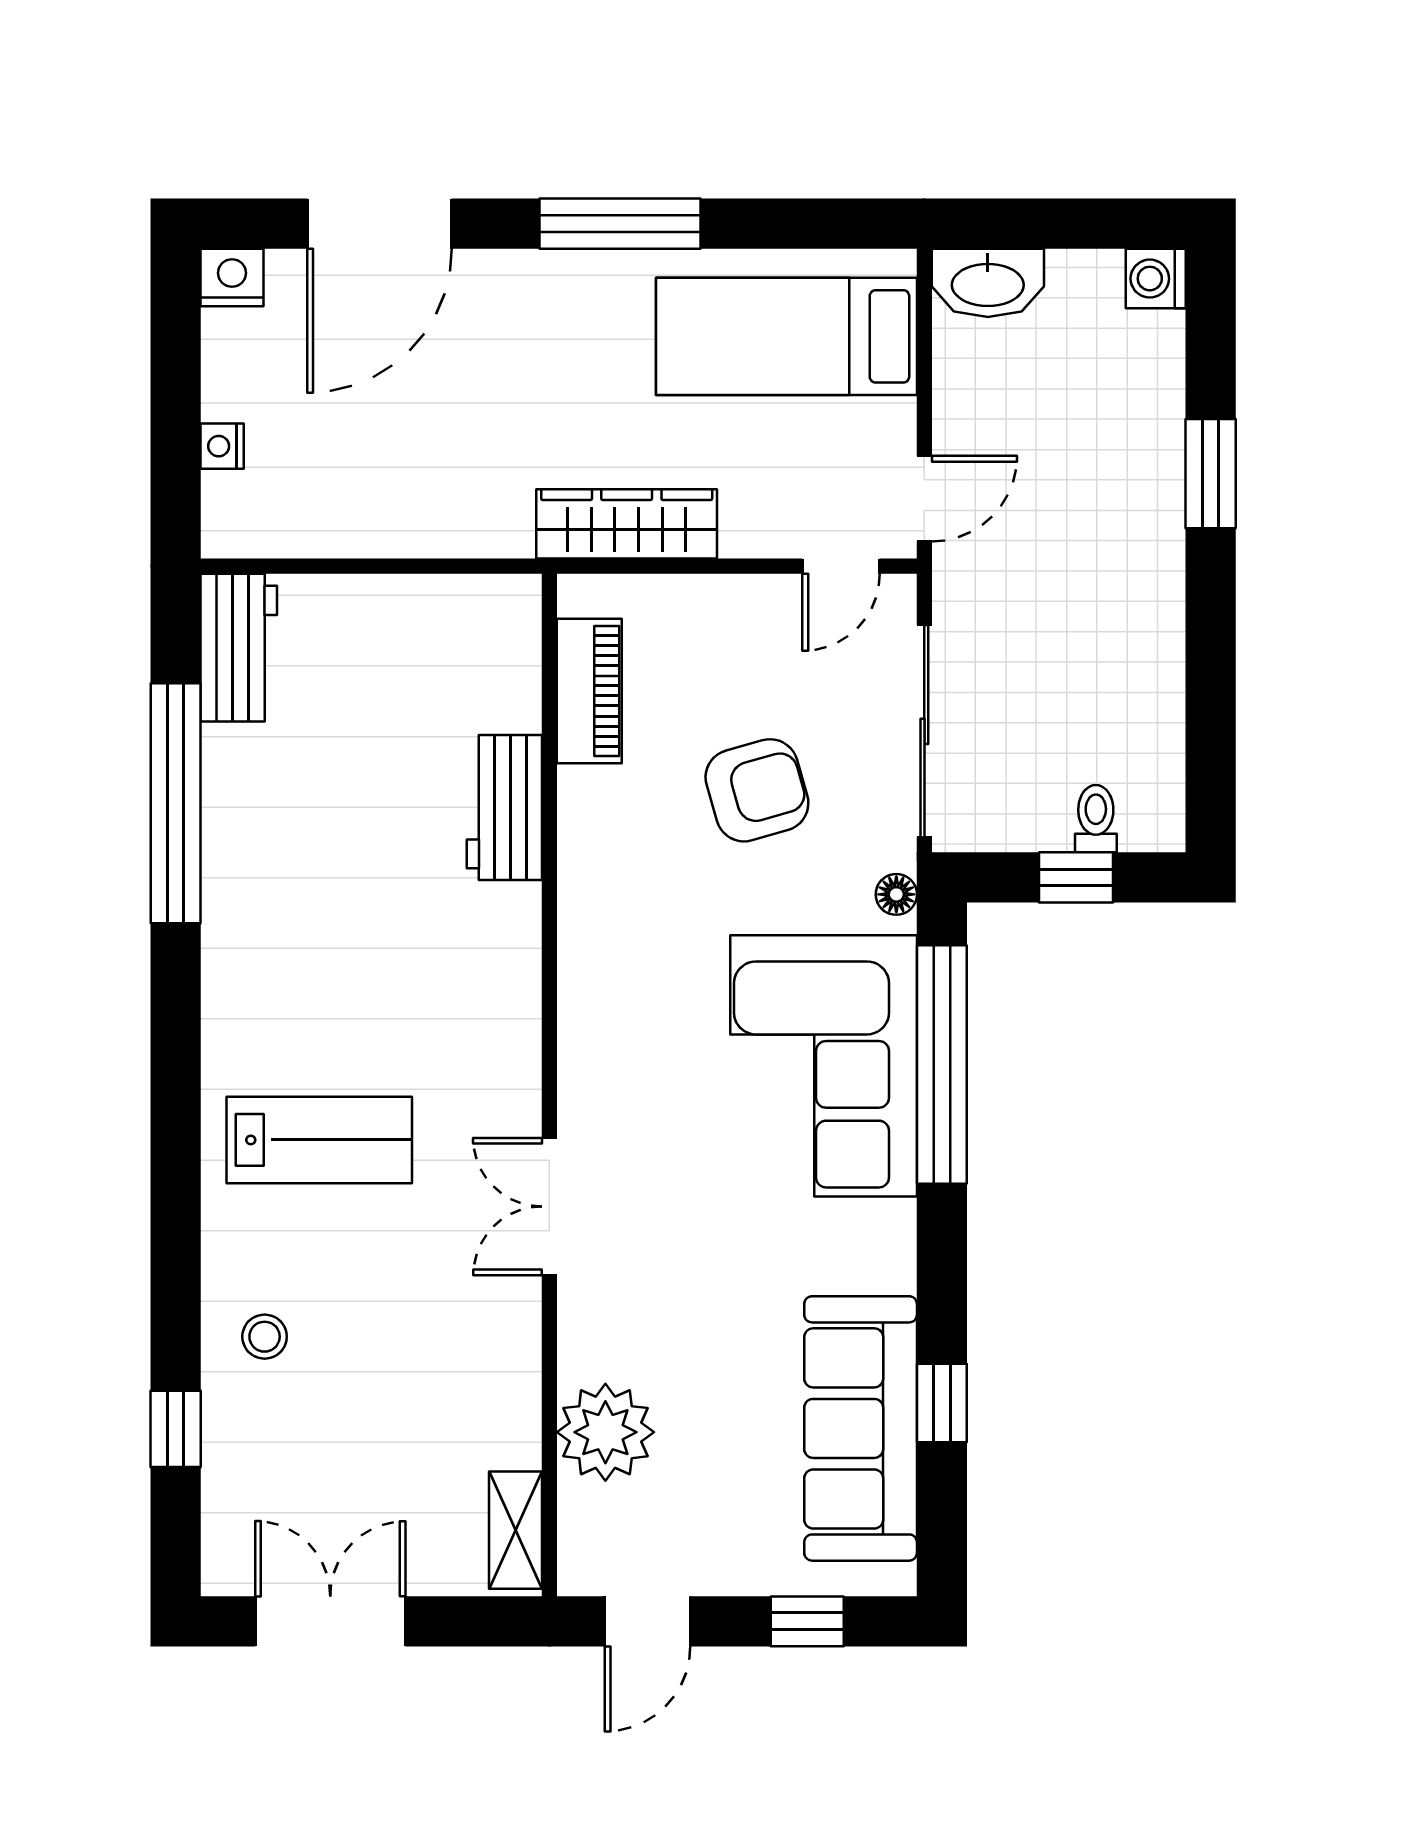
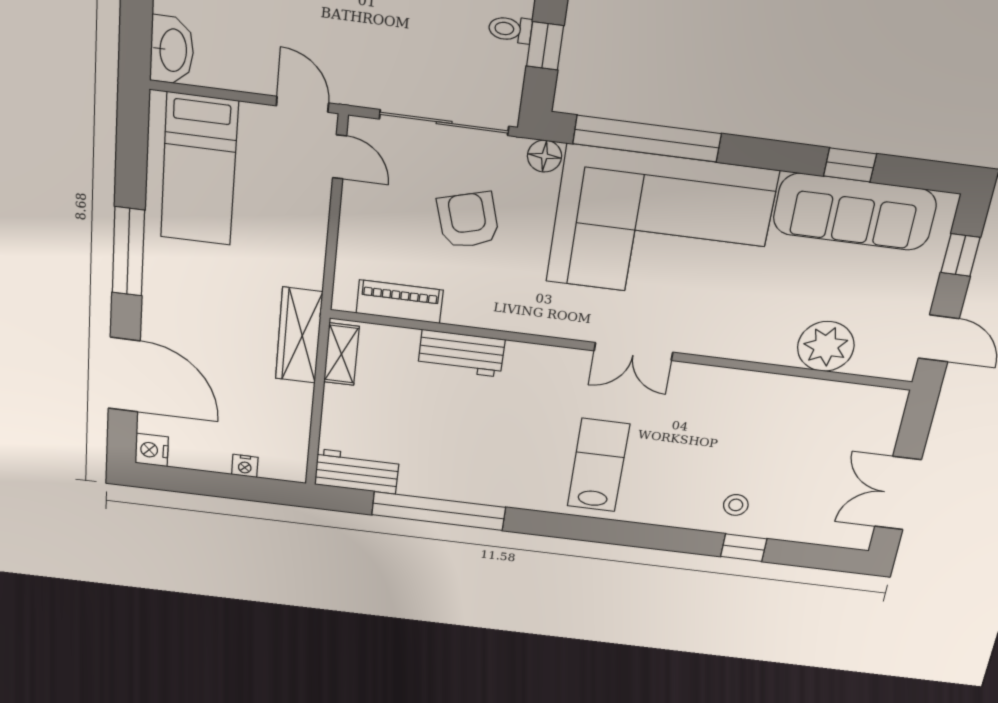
wardrobe: (627, 524) -> (299, 335), moved
floor lamp: (896, 894) -> (545, 156), width x1.37, depth x1.37
corner sofa: (824, 1066) -> (661, 226), width x1.36, depth x1.36
lab bench: (319, 1140) -> (598, 465), moved
double door: (549, 1207) -> (633, 352), moved
window: (176, 1429) -> (744, 548), moved
shelving: (515, 1530) -> (341, 354), moved, turned 90

